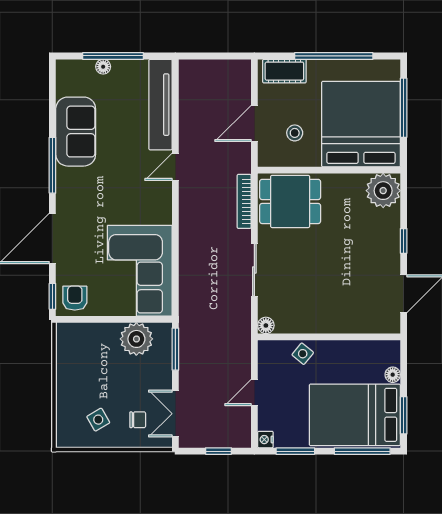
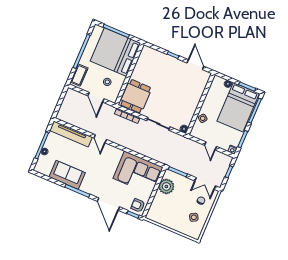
plant: (383, 191) -> (148, 55), removed

